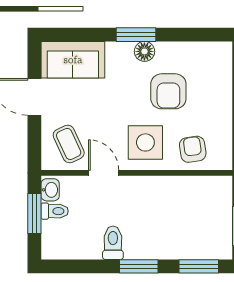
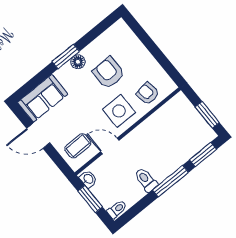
armchair: (168, 91) -> (109, 73), turned 180
coffee table: (69, 144) -> (78, 146), turned -65
toilet: (55, 211) -> (117, 209), moved
window: (139, 266) -> (170, 181), width x1.44

